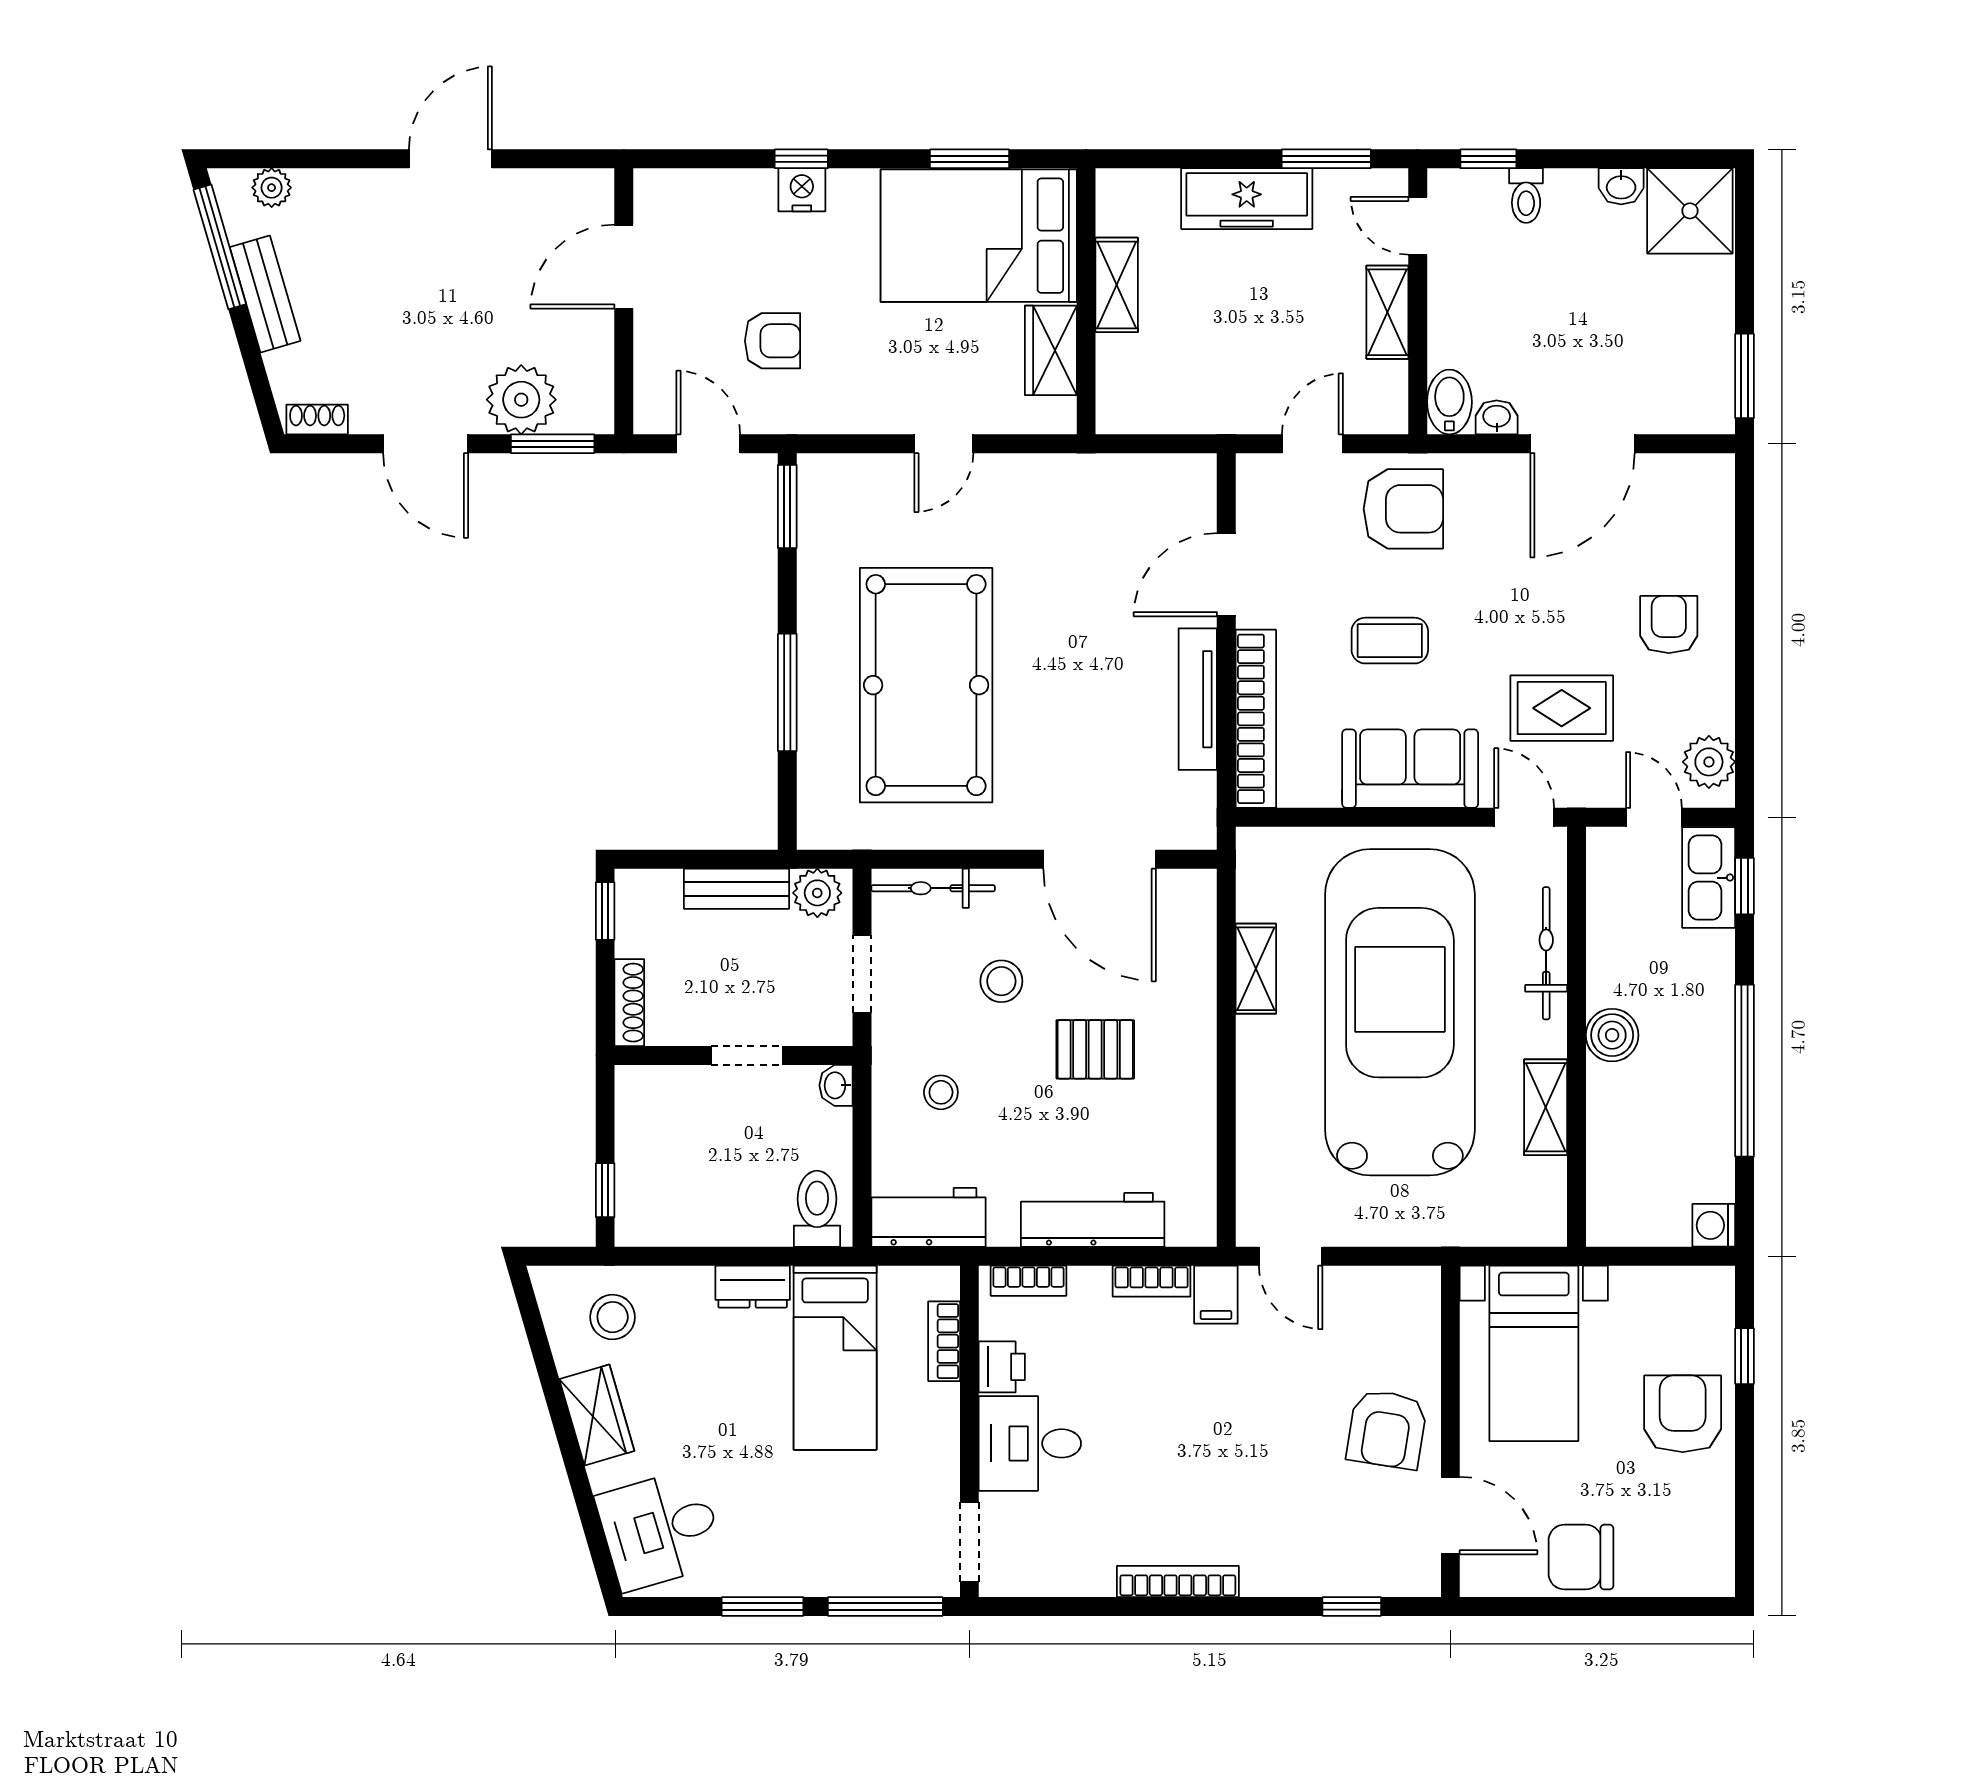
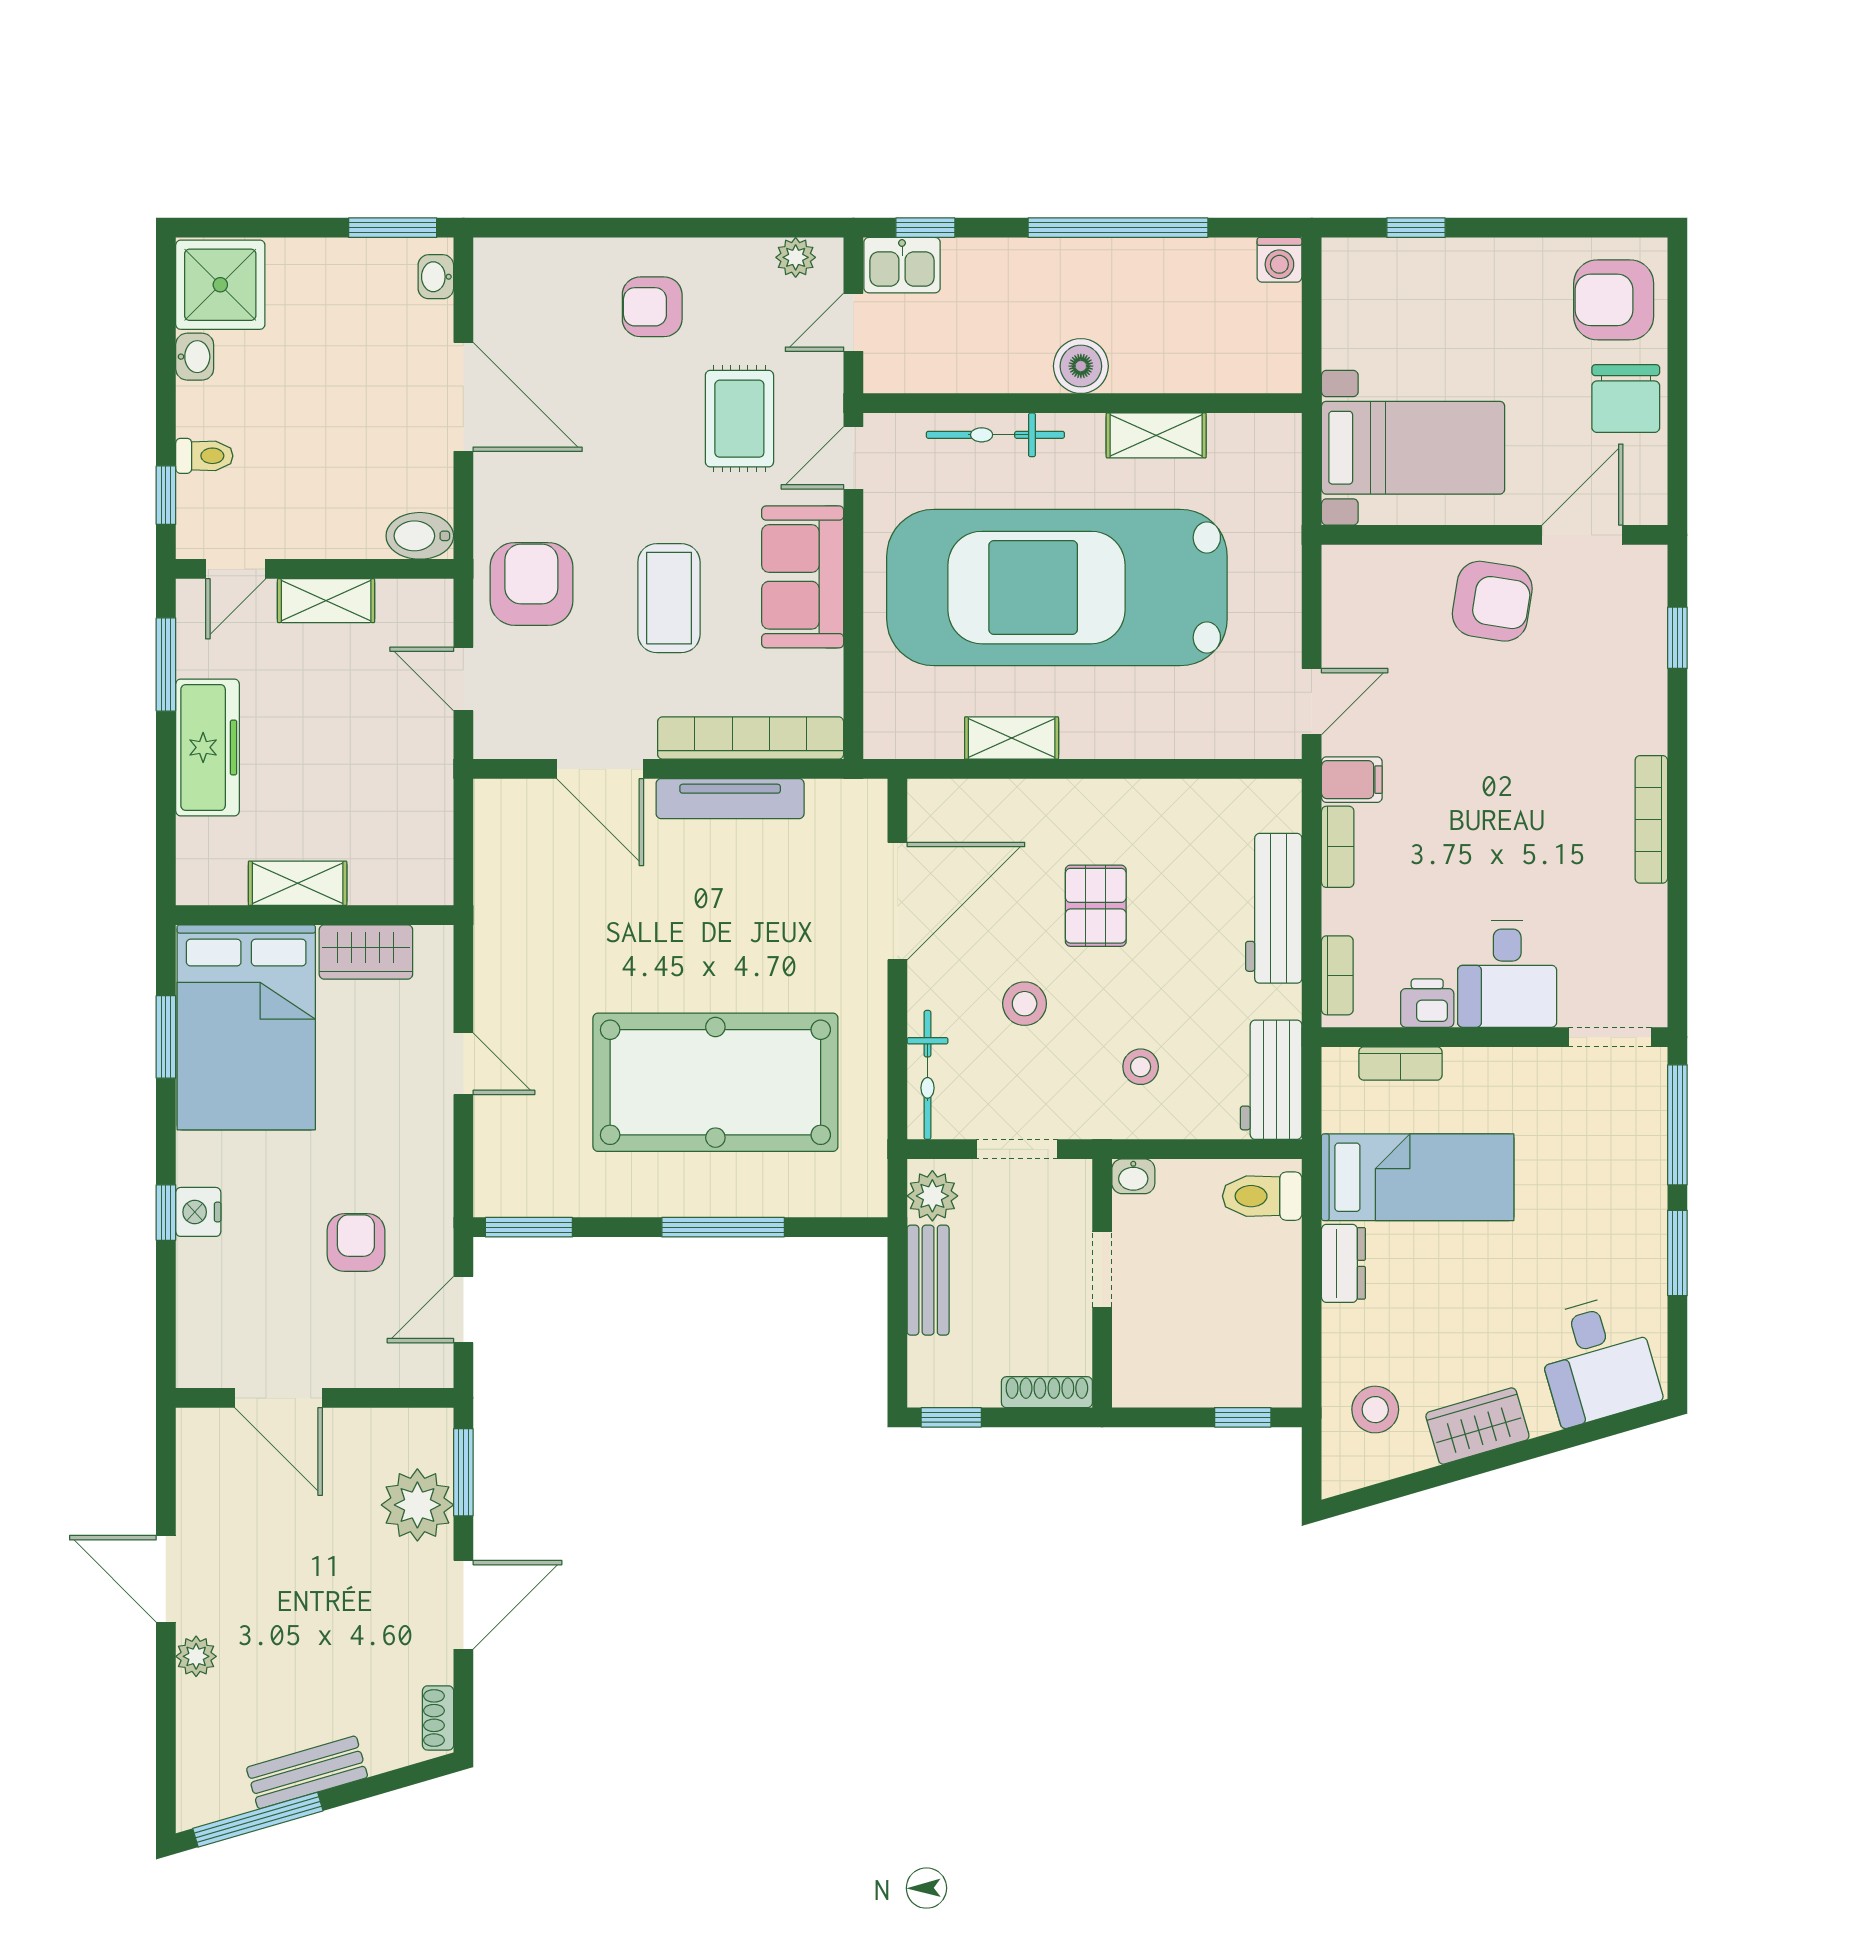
plant: (272, 188) -> (196, 1656), moved
washbasin: (1497, 417) -> (436, 277), moved
coffee table: (1390, 641) -> (669, 598), width x1.36, depth x1.30
plant: (1709, 762) -> (796, 257), width x0.73, depth x0.73
kitchen sink: (1709, 878) -> (902, 265), width x0.73
armchair: (1683, 1414) -> (1614, 300), moved

